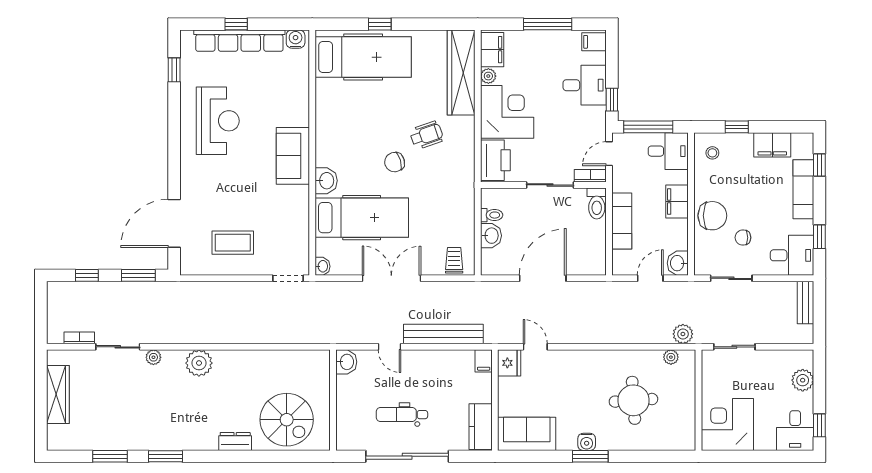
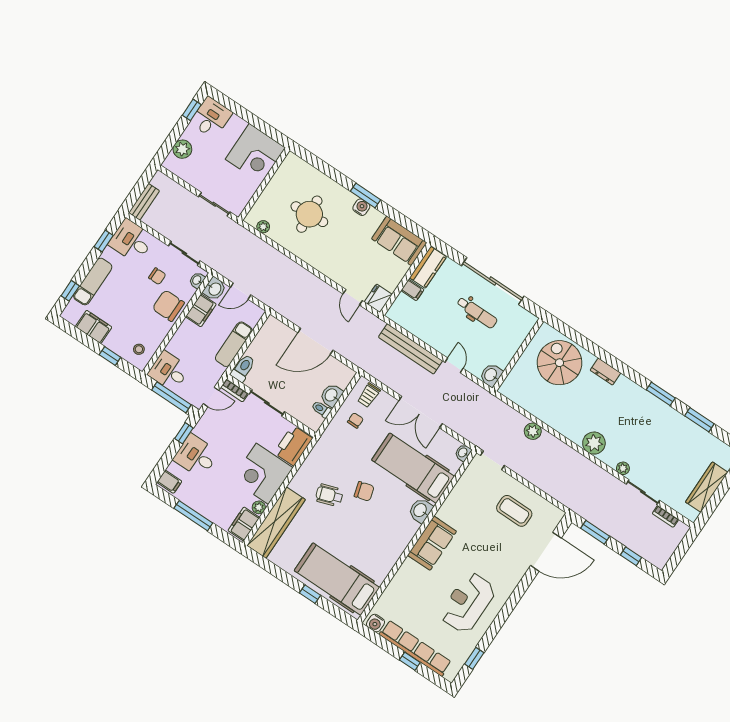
filing cabinet: (677, 202) -> (201, 310), moved
chair: (450, 227) -> (355, 420), added
washbasin: (701, 260) -> (197, 280), added
plant: (683, 334) -> (533, 431), moved
filing cabinet: (484, 361) -> (412, 290), moved, turned 90

